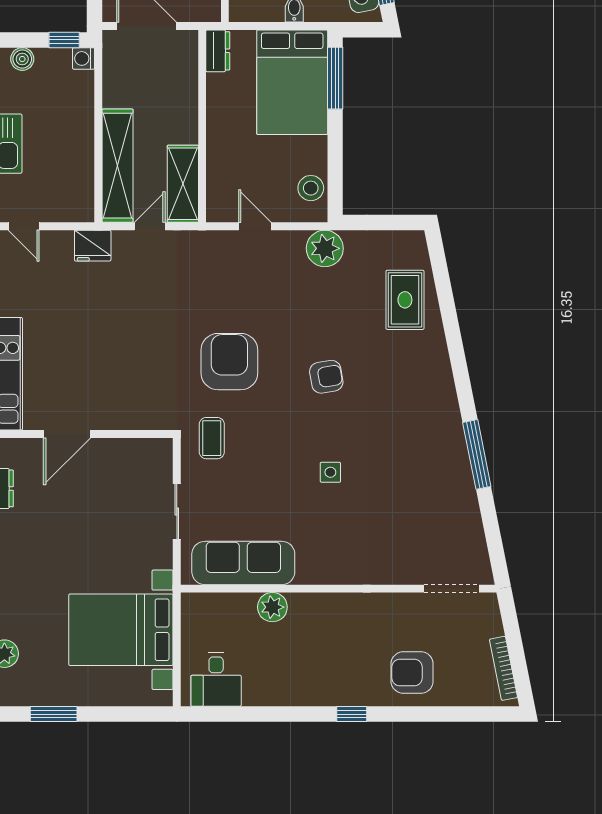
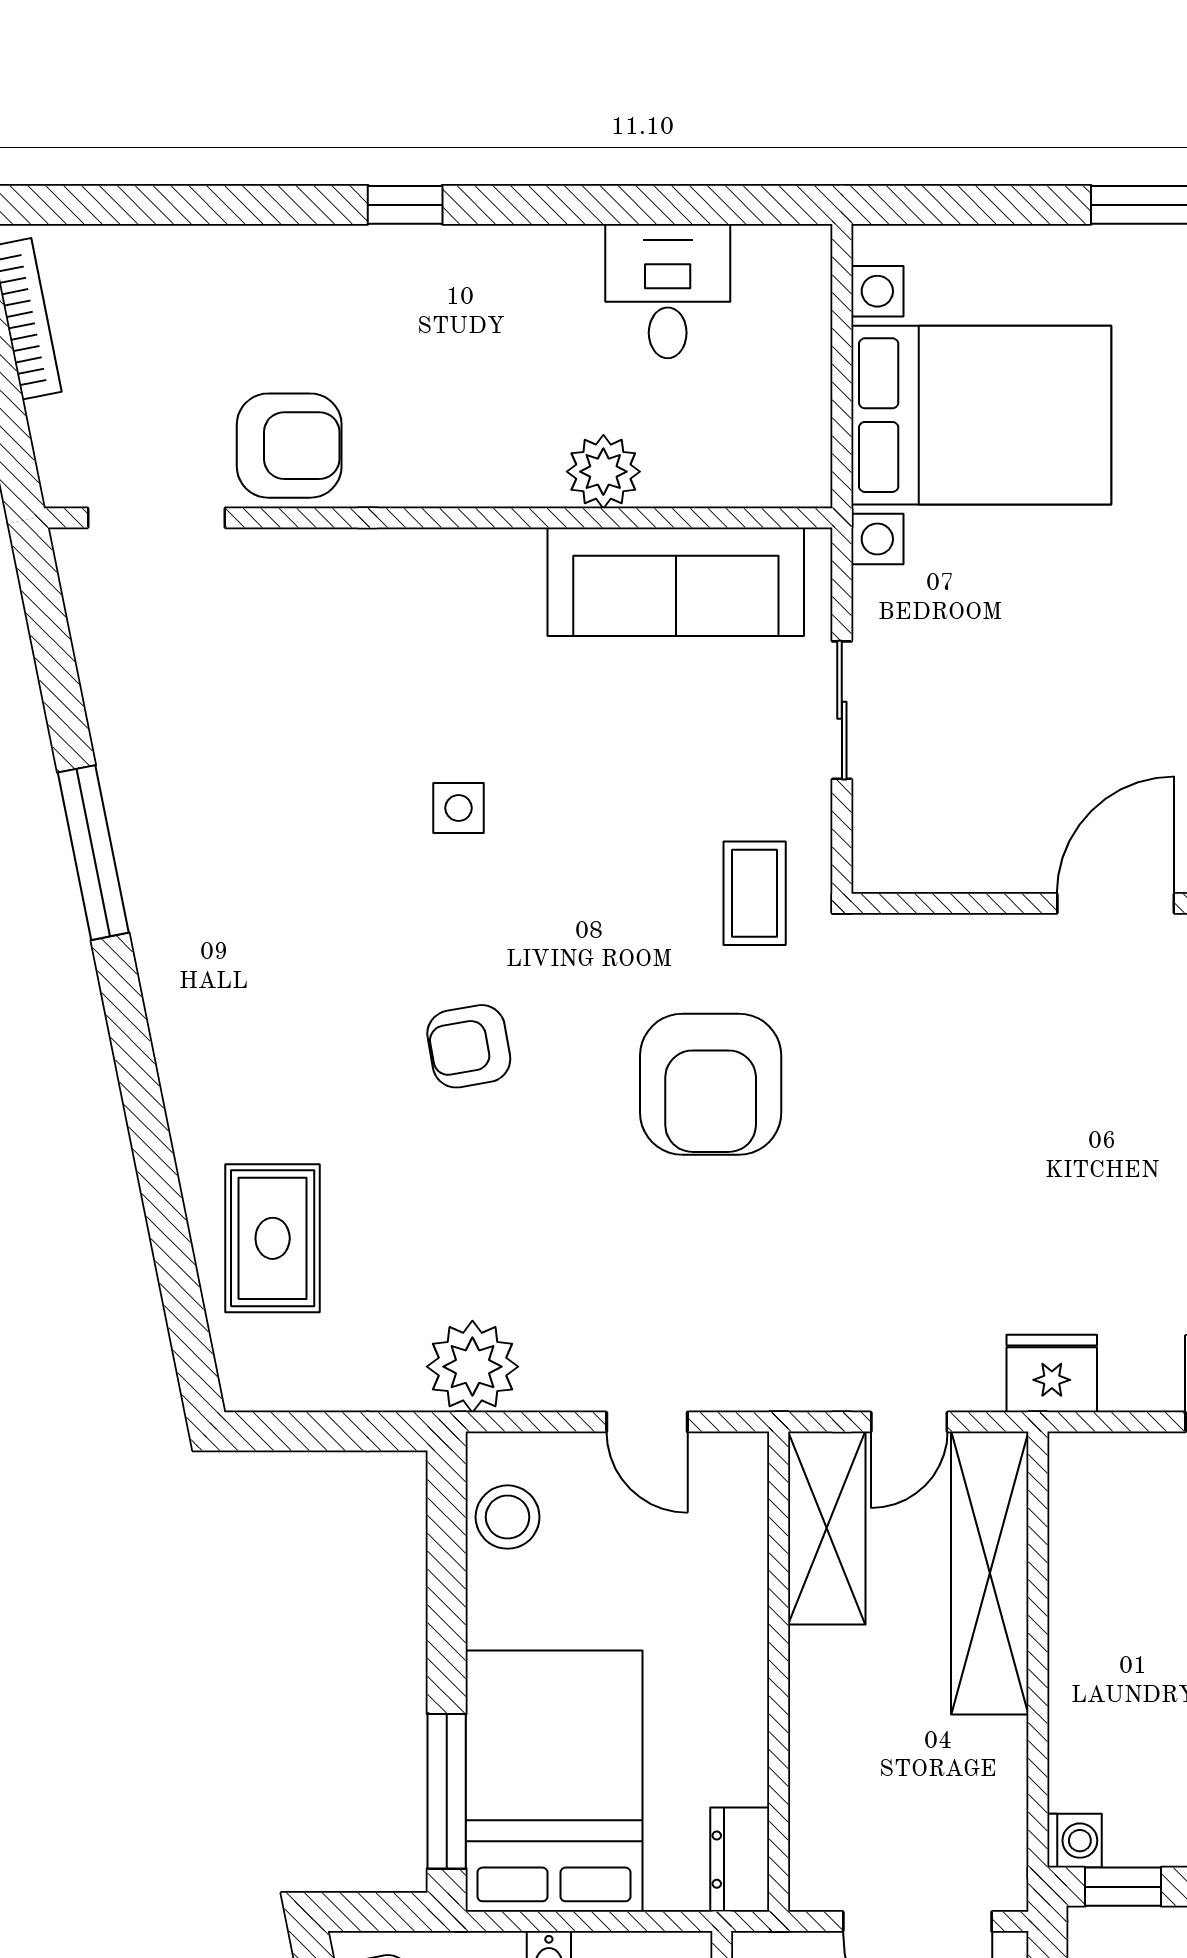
armchair: (412, 673) -> (289, 446), moved
desk: (216, 679) -> (668, 291), moved

